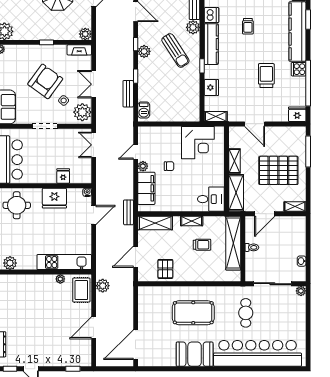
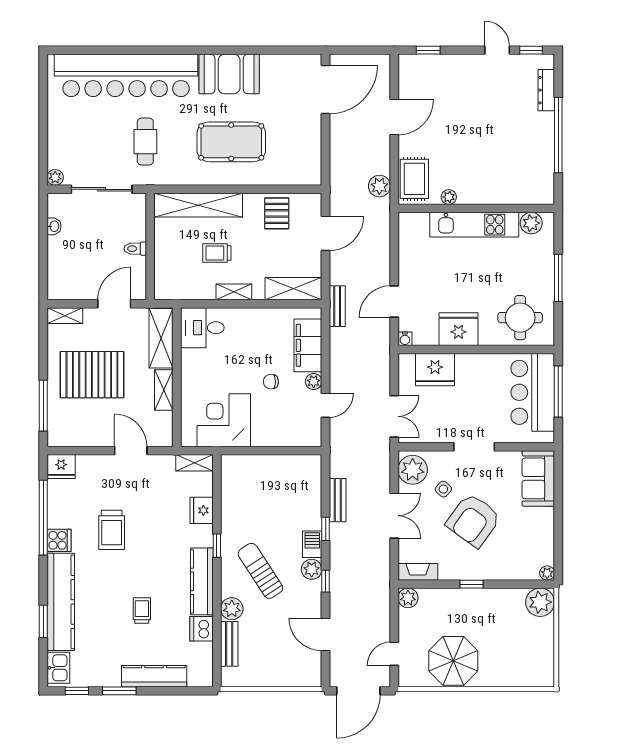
barbecue: (144, 110) -> (312, 544), moved
fridge: (63, 176) -> (435, 370), width x1.88, depth x1.34
shelving: (233, 243) -> (198, 205), moved, turned 90
kitchen unit: (64, 262) -> (474, 225), moved

